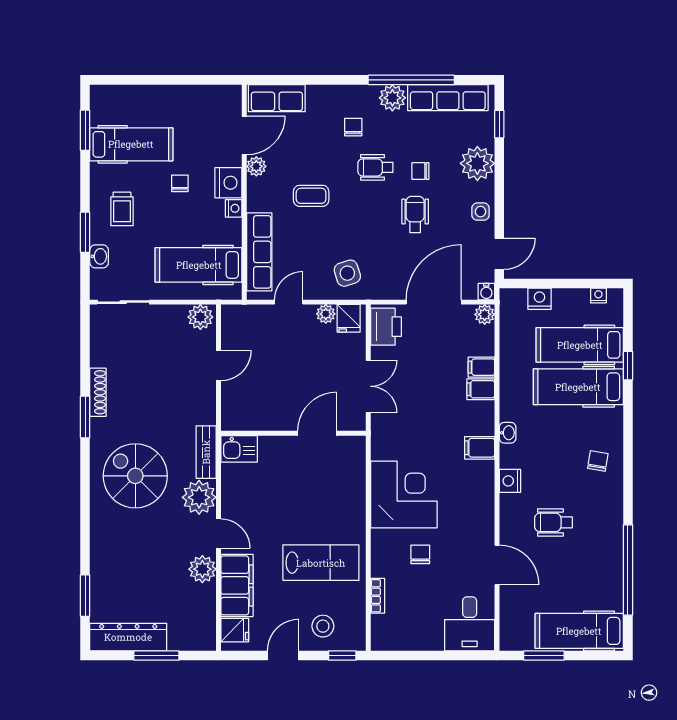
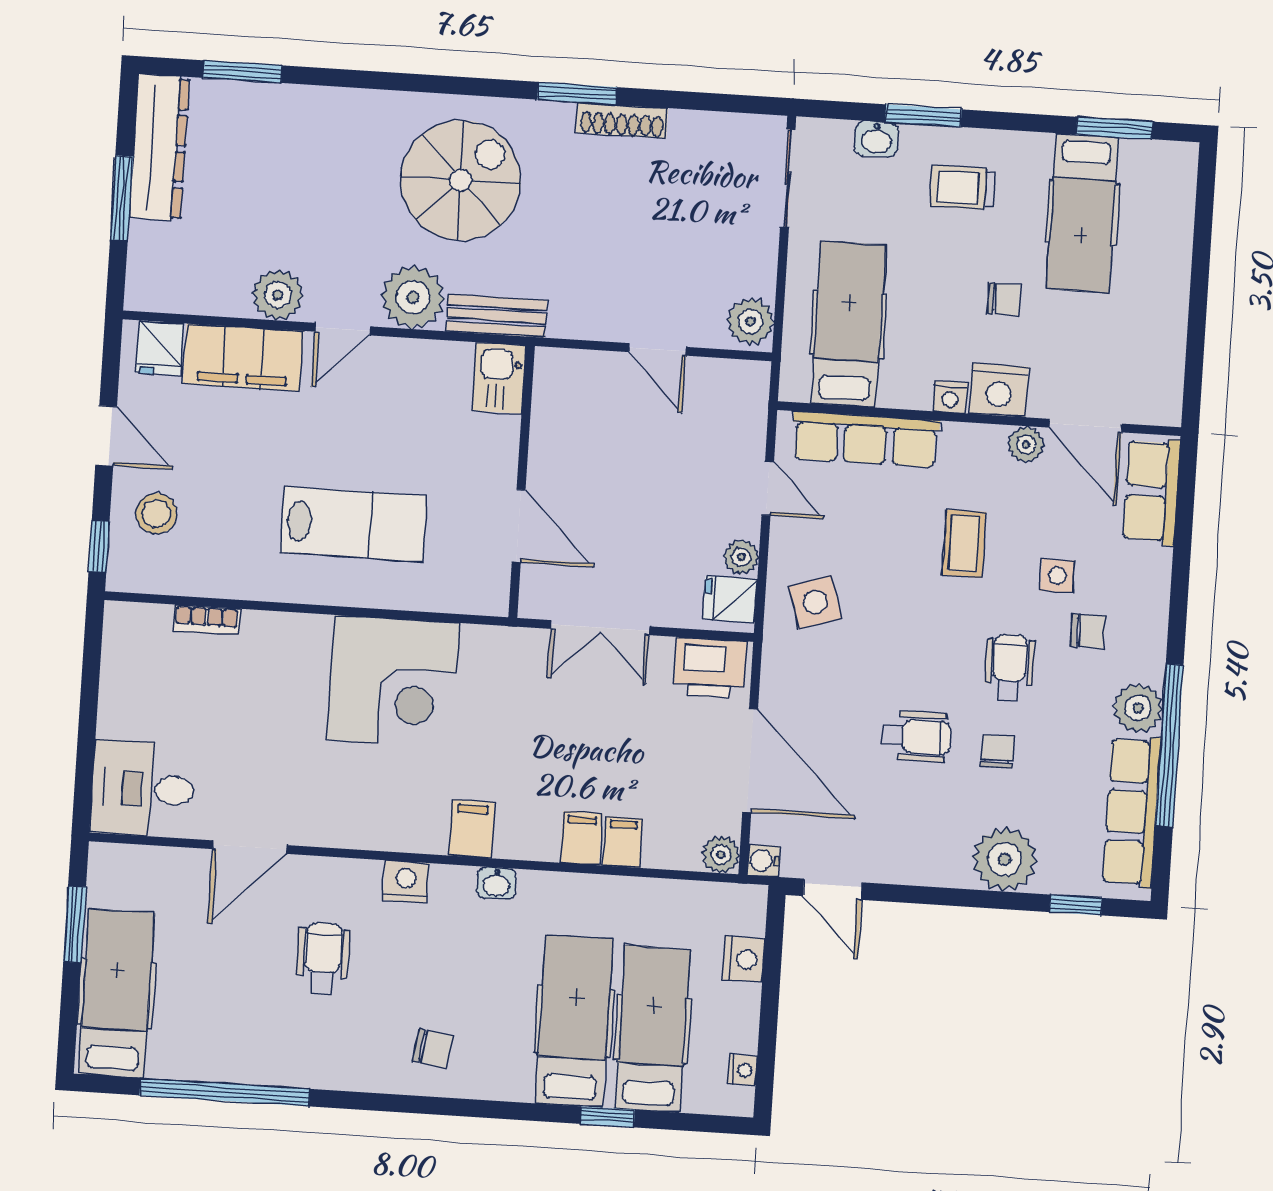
side table: (481, 212) -> (1057, 576), moved
chair: (420, 554) -> (279, 705), removed
lab bench: (321, 563) -> (354, 524), moved, turned -90

